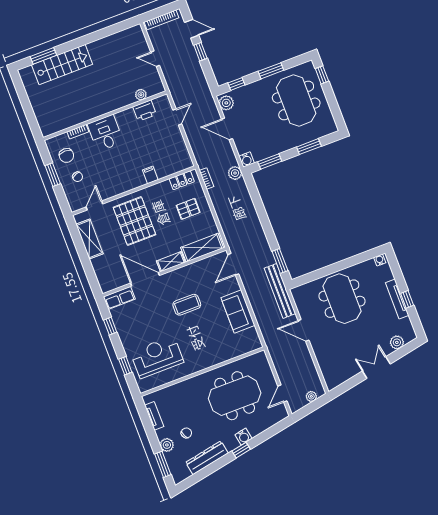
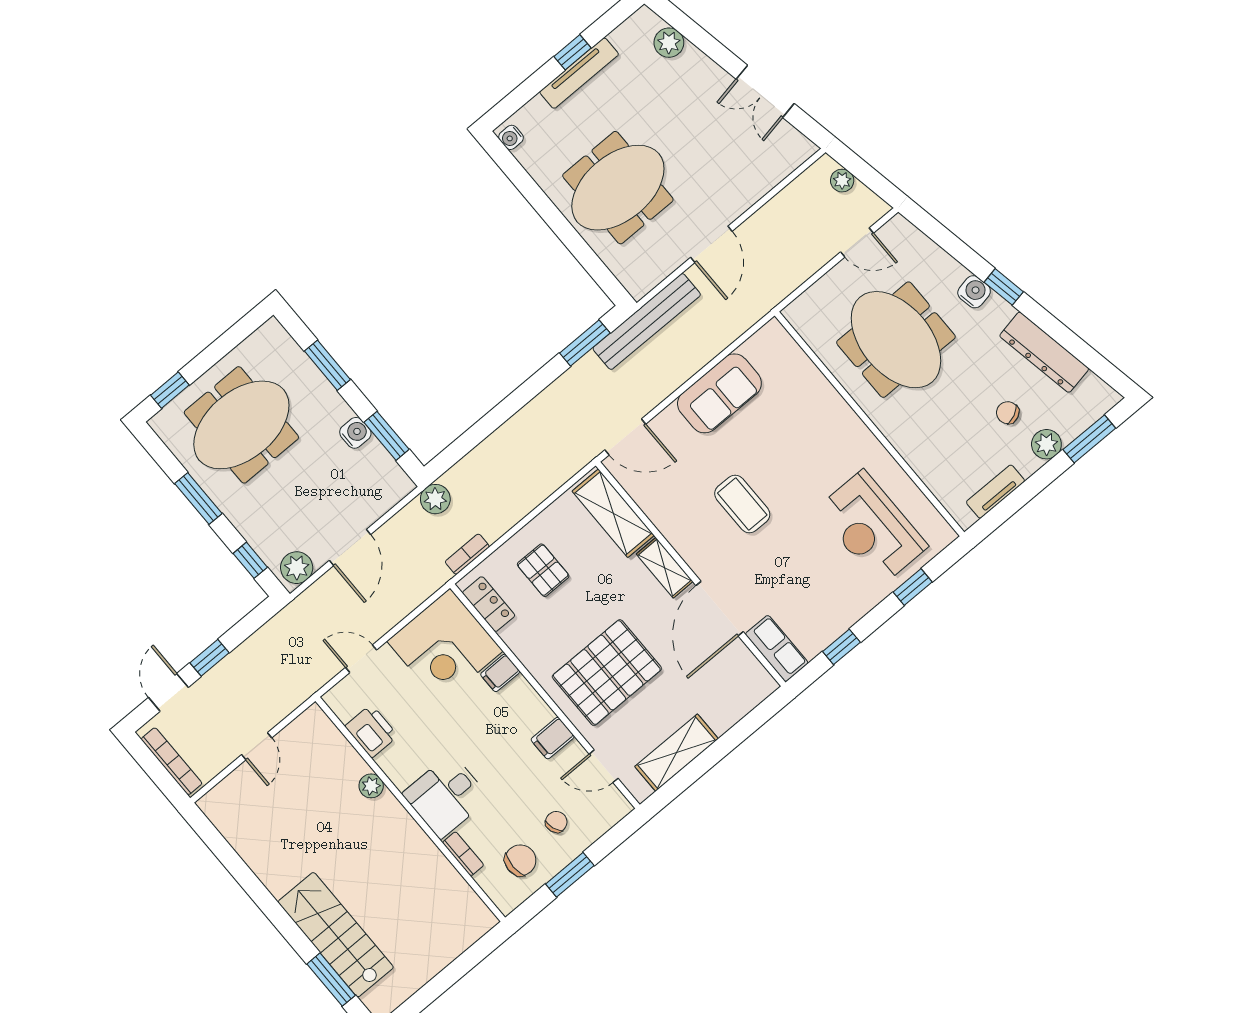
plant: (141, 95) -> (371, 786), moved
corner desk: (170, 155) -> (445, 646), added
water cooler: (246, 160) -> (355, 433), moved
filing cabinet: (114, 188) -> (553, 738), added
double door: (376, 367) -> (765, 91), moved

